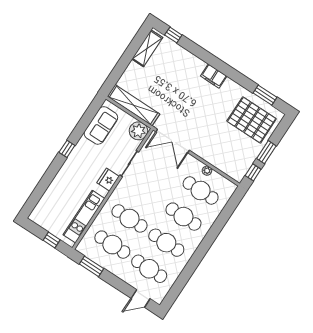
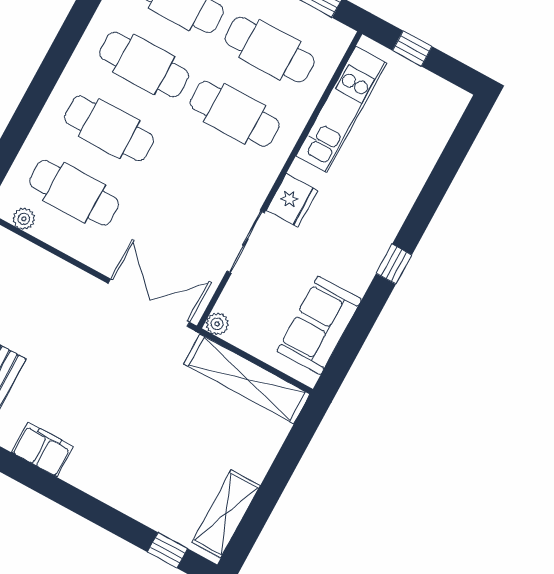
filing cabinet: (214, 76) -> (42, 450), moved
plant: (138, 131) -> (217, 324), width x0.53, depth x0.53
plant: (207, 171) -> (24, 219), moved

